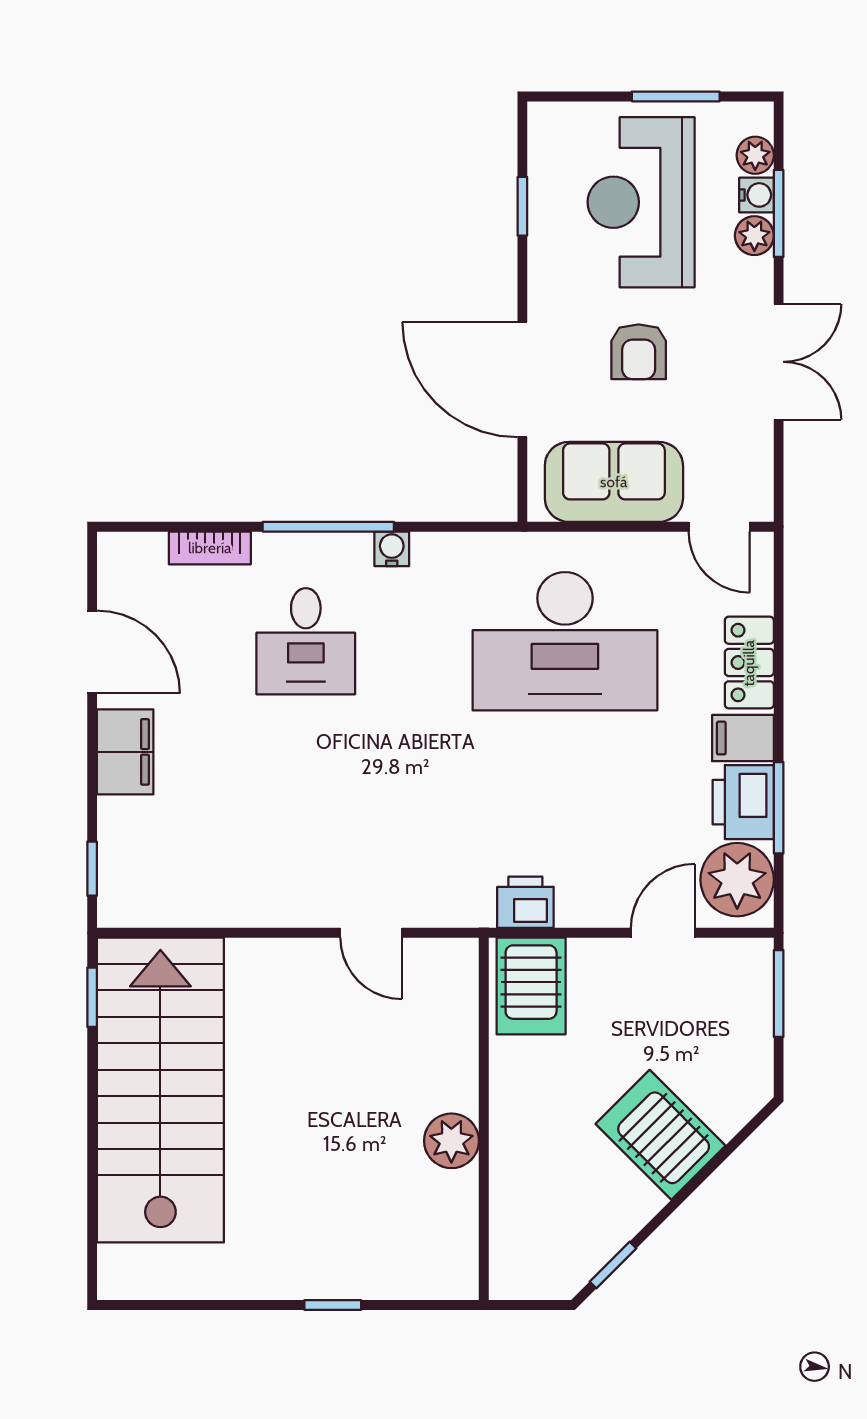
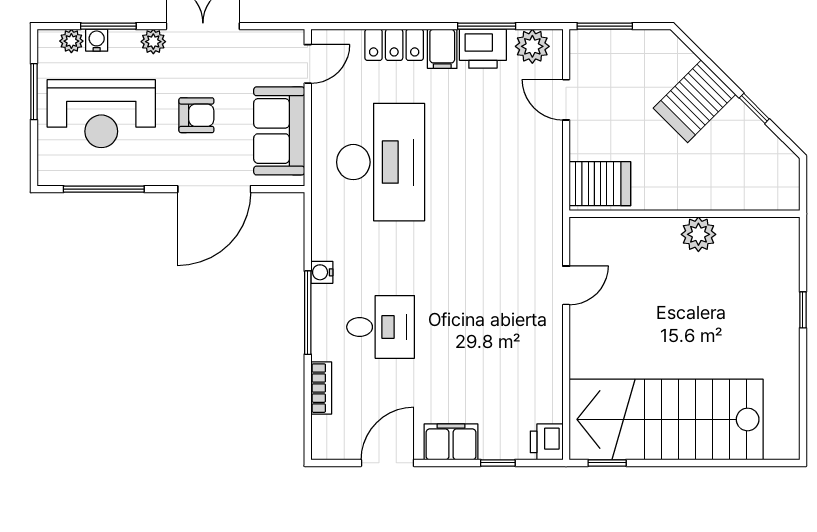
window: (522, 206) -> (104, 189), width x2.17
plant: (754, 236) -> (153, 42), moved
window: (92, 869) -> (498, 463), moved
plant: (737, 880) -> (532, 46), width x0.73, depth x0.73
printer: (525, 902) -> (547, 442), moved
window: (613, 1265) -> (754, 108), moved

